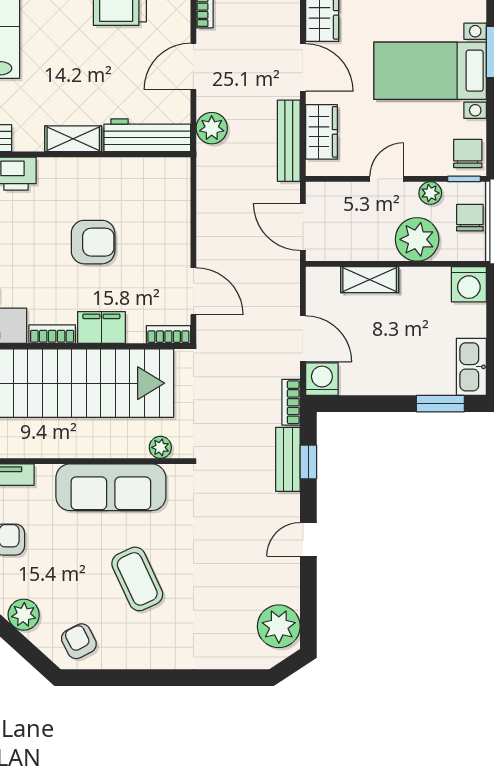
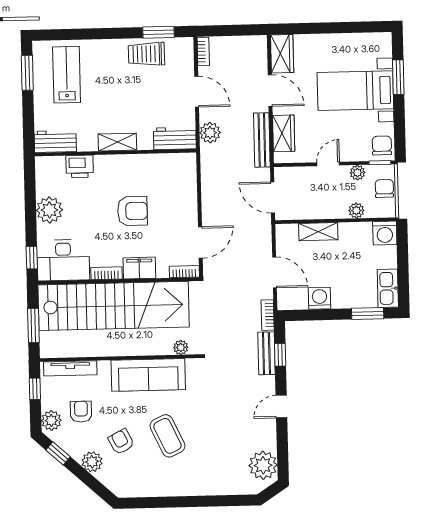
door: (193, 66) -> (197, 92), swing flipped
workbench: (147, 135) -> (175, 138), width x0.73
plant: (417, 239) -> (356, 211), width x0.53, depth x0.53
door: (193, 291) -> (200, 242), hinge flipped
washing machine: (322, 379) -> (320, 298), moved
armchair: (79, 641) -> (121, 442), moved

